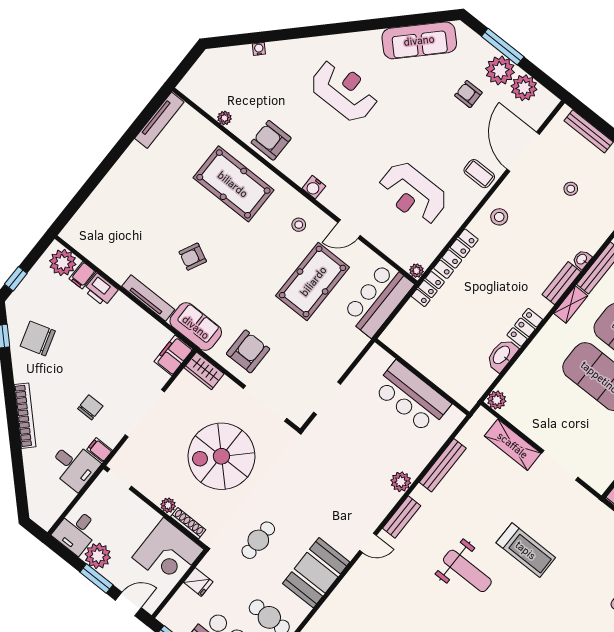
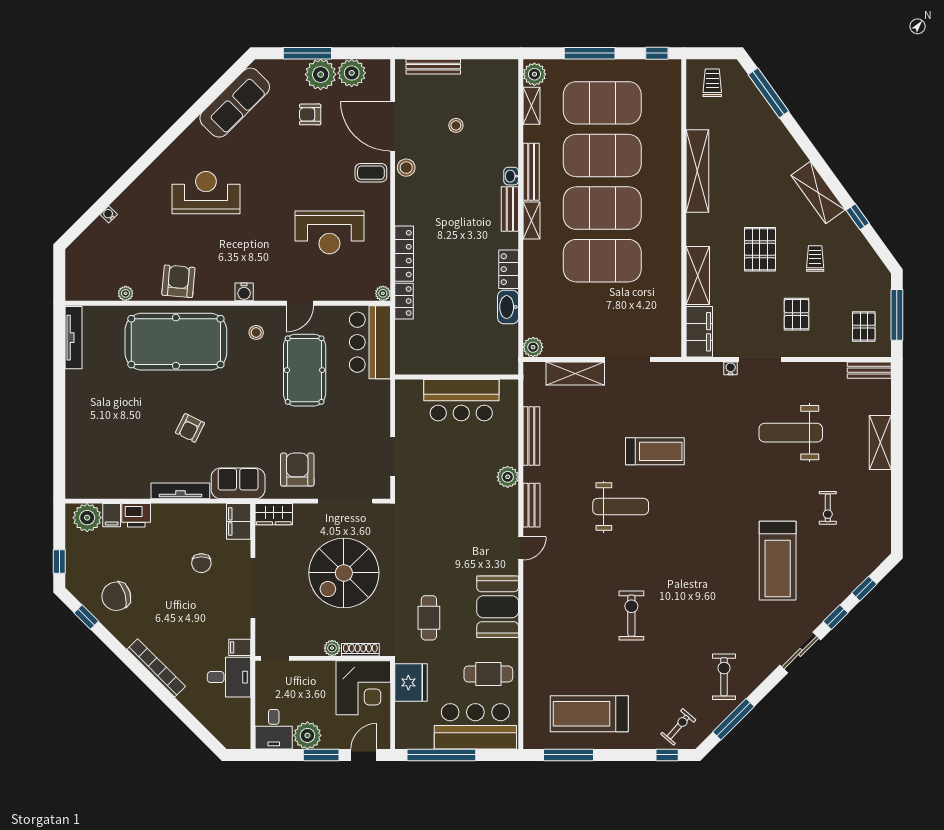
armchair: (271, 140) -> (178, 281), turned 95
pool table: (233, 184) -> (176, 342), width x1.36, depth x1.32
stool: (499, 217) -> (406, 168), moved
chair: (90, 407) -> (201, 563), moved, turned 180
fridge: (198, 582) -> (411, 683), width x1.88, depth x1.34

